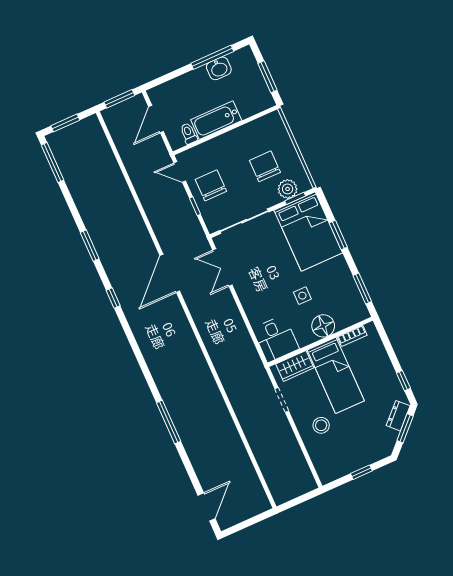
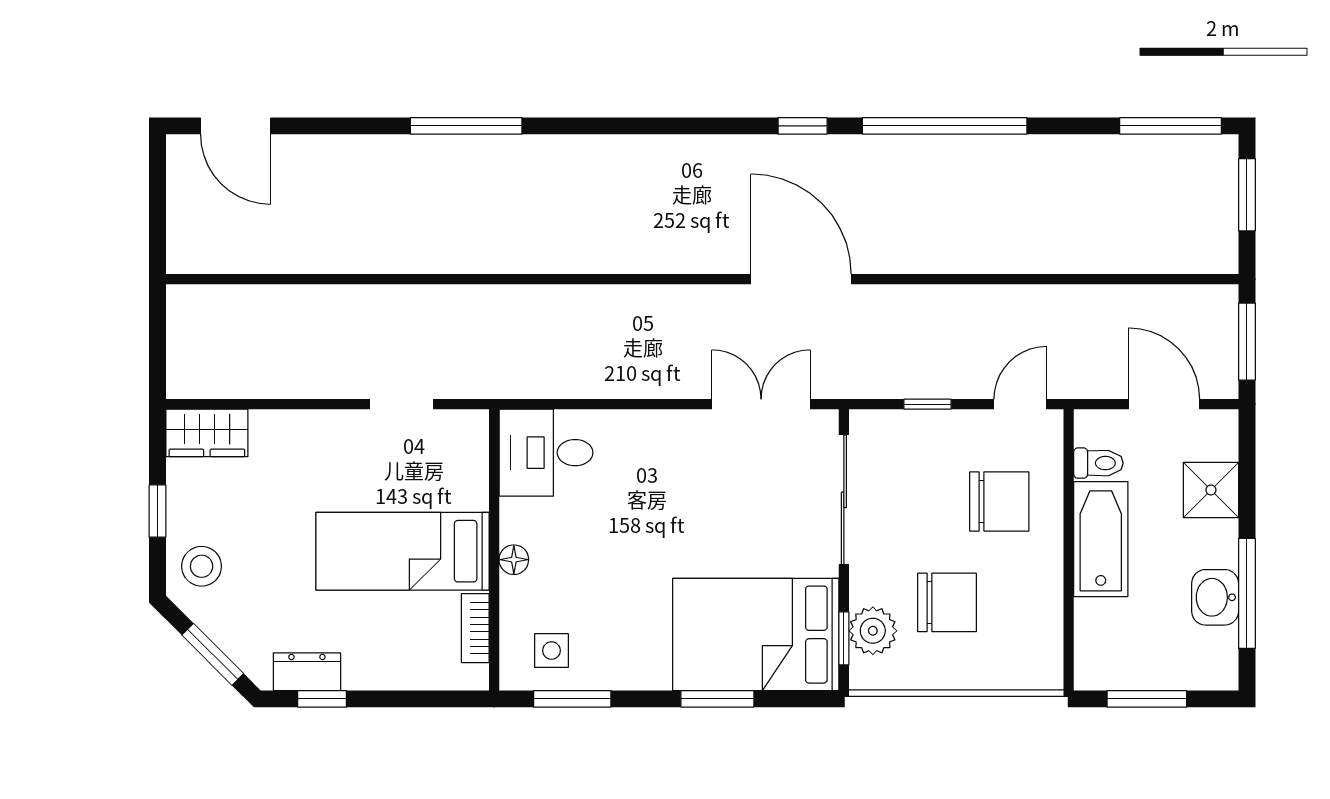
shower: (180, 88) -> (1211, 490), added
chair: (211, 185) -> (999, 501), moved
window: (90, 246) -> (945, 126), width x2.11
side table: (302, 296) -> (551, 651), moved
floor lamp: (323, 326) -> (514, 560), width x0.53, depth x0.53
wardrobe: (295, 366) -> (207, 433), moved, turned -90
dresser: (398, 416) -> (307, 672), moved, turned -45
stool: (321, 425) -> (202, 566), moved

